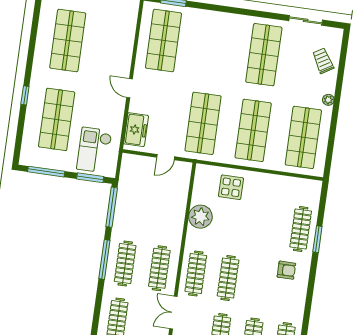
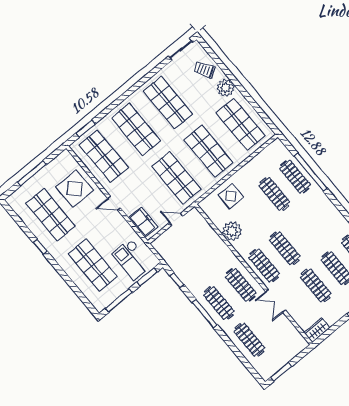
sliding door: (306, 20) -> (181, 49), moved
display table: (111, 41) -> (75, 189), added
shop shelf: (214, 48) -> (136, 129), added
window: (25, 95) -> (40, 247), moved
plant: (328, 100) -> (226, 88), width x1.88, depth x1.88
door: (166, 157) -> (176, 219), swing flipped
window: (112, 207) -> (177, 280), width x0.46
clothes rail: (268, 224) -> (274, 194), added
window: (317, 239) -> (311, 172), width x2.11
armchair: (286, 270) -> (312, 208), removed

